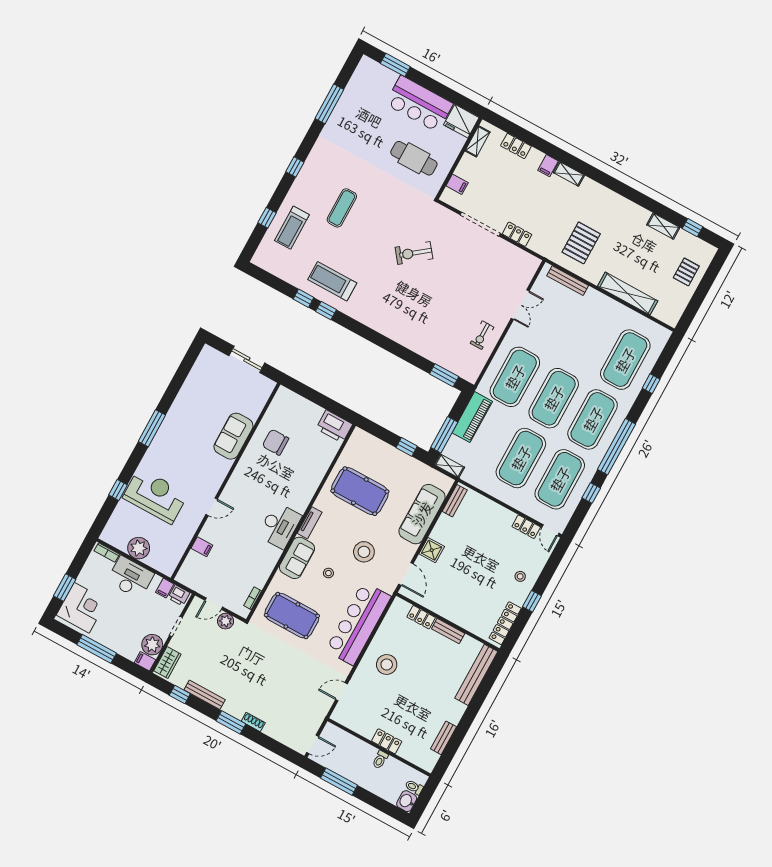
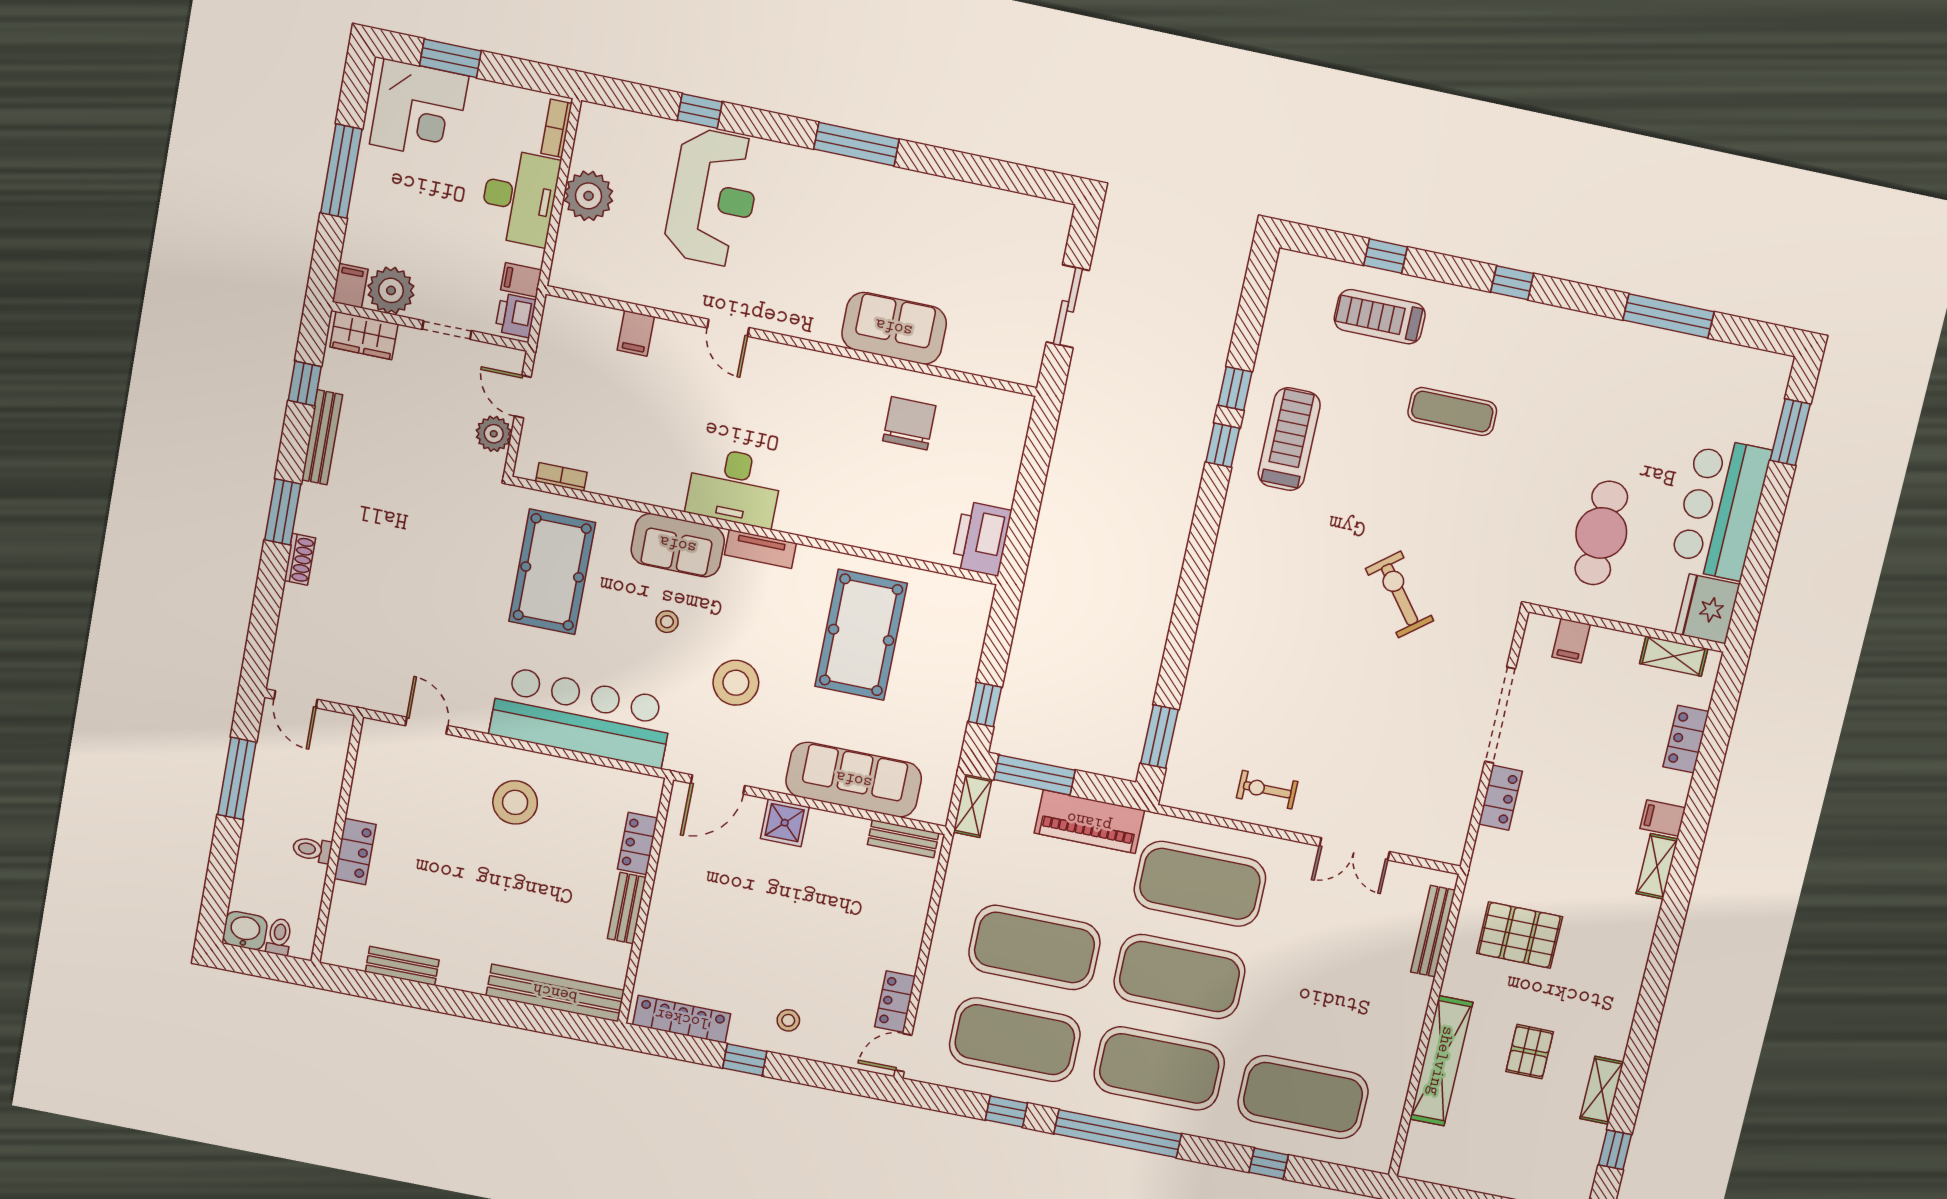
pallet: (686, 272) -> (1530, 1052), moved, turned 90

